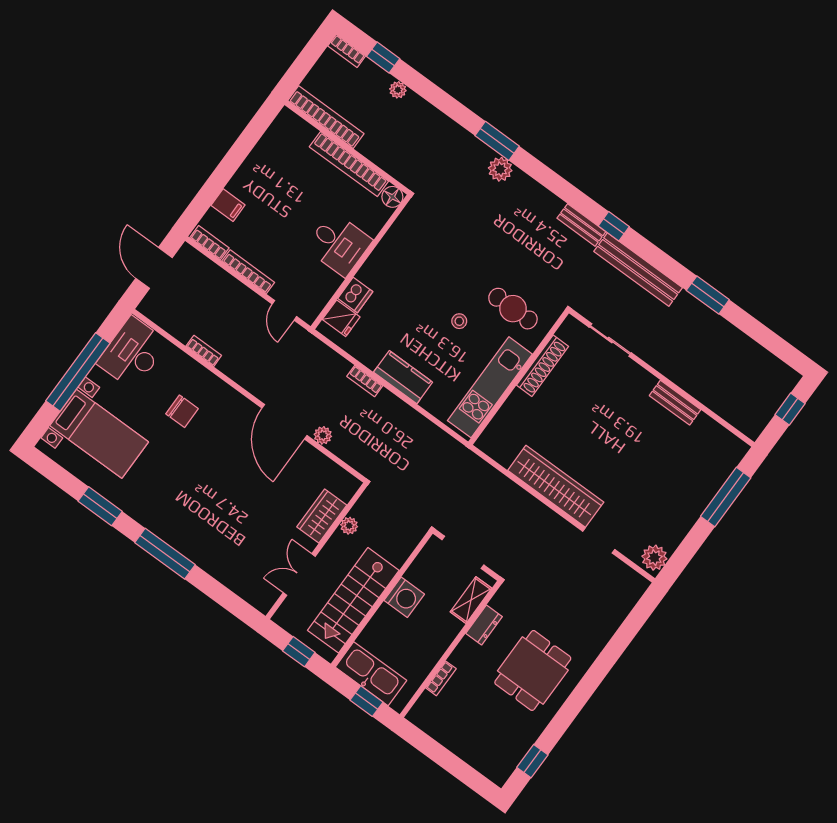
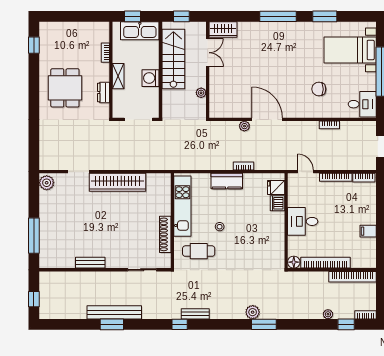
filing cabinet: (228, 205) -> (368, 231), moved
bench: (638, 270) -> (114, 312), moved
desk: (132, 353) -> (362, 104), width x0.73
wardrobe: (322, 516) -> (223, 29), moved, turned 90
shelving: (471, 600) -> (118, 76), moved

